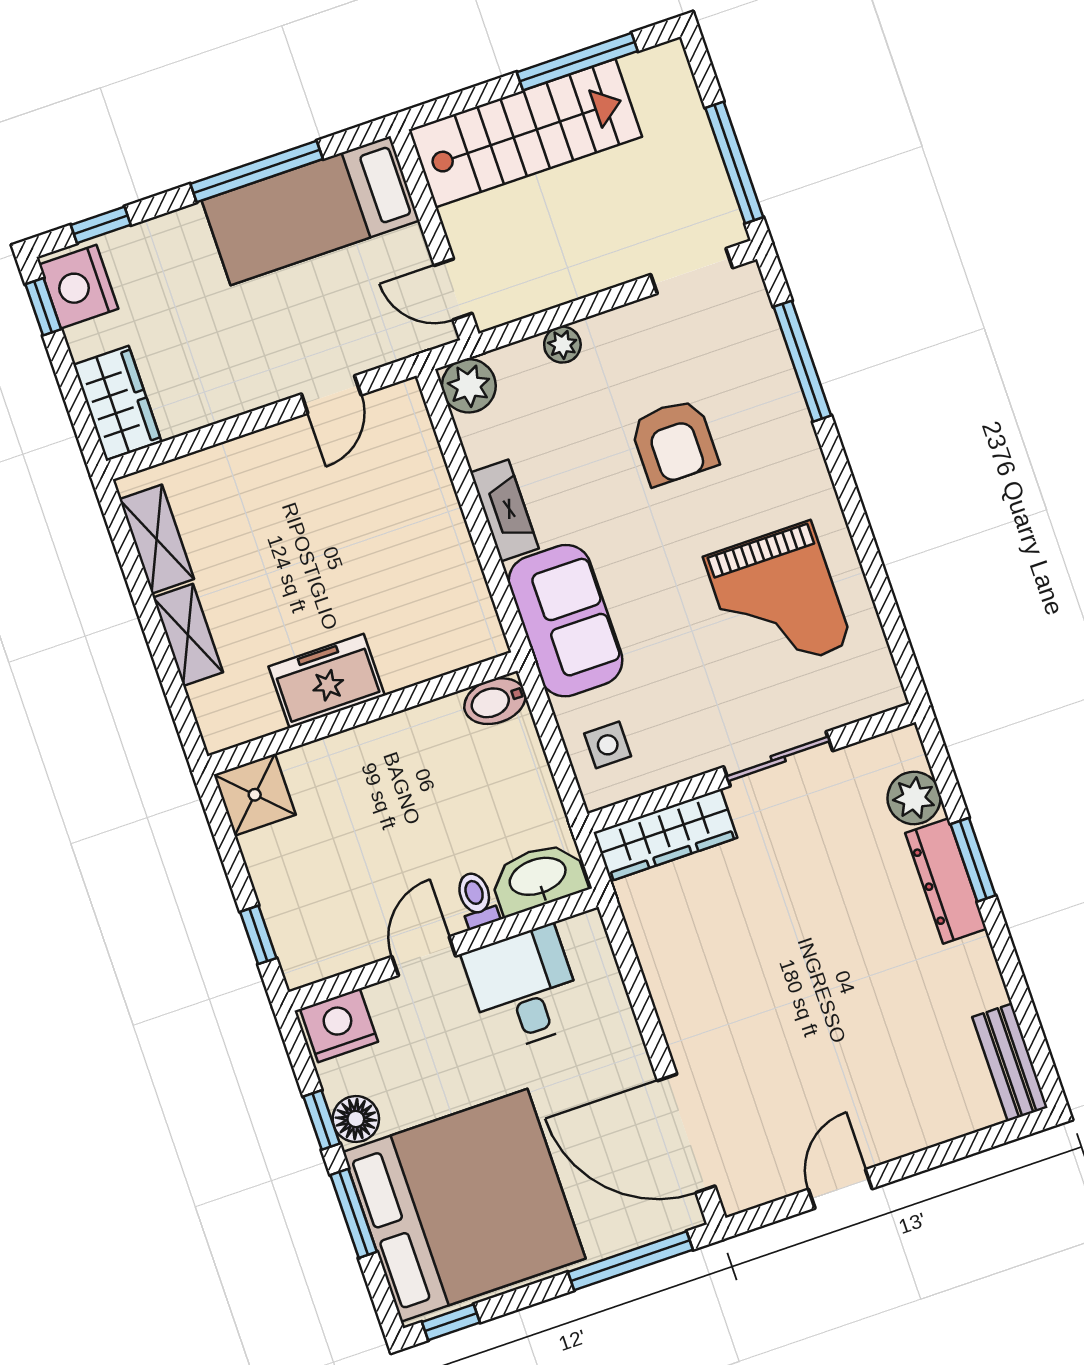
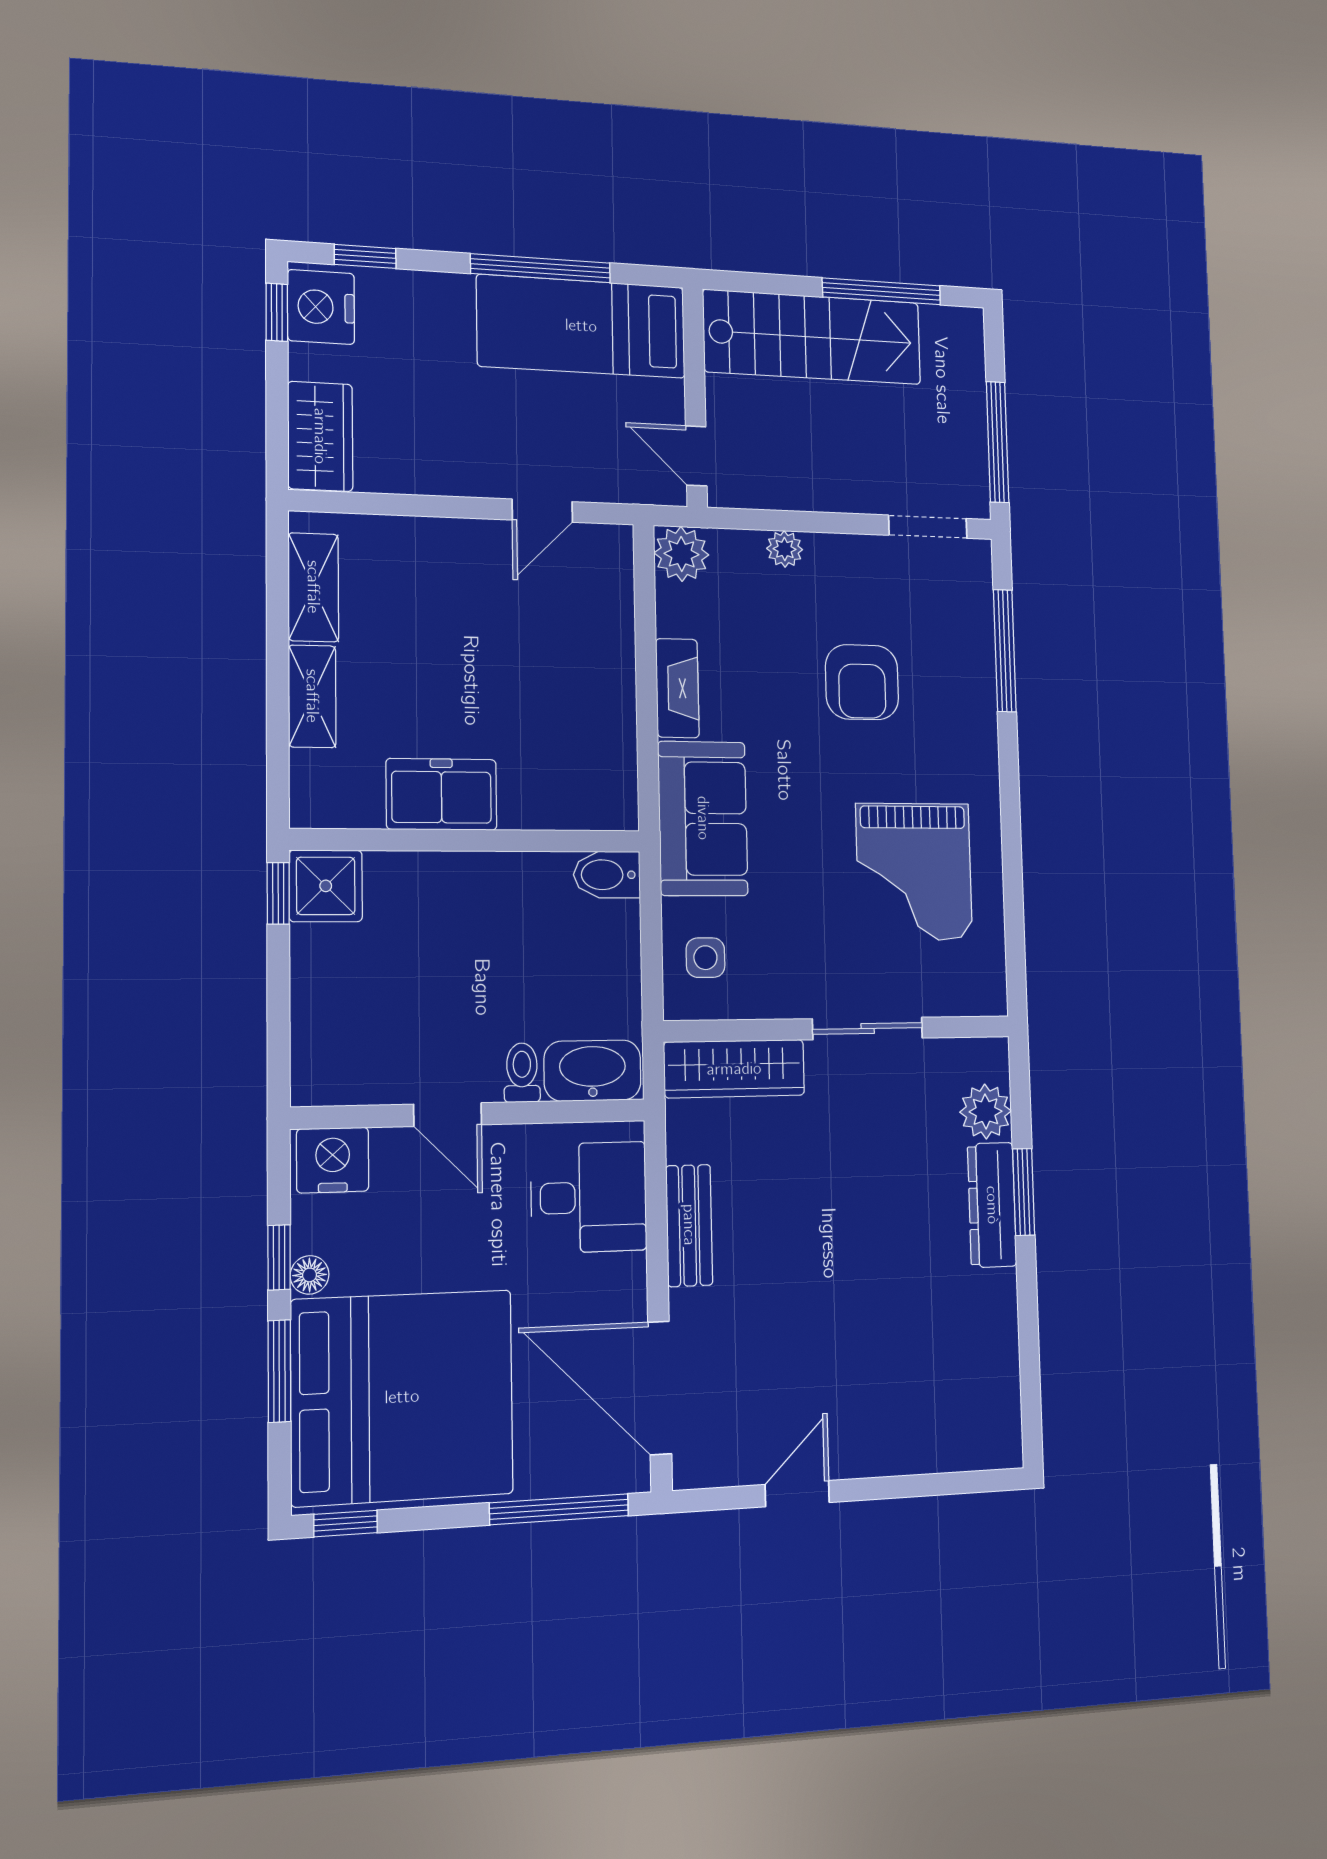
window: (258, 935) -> (278, 893), moved
door: (424, 956) -> (448, 1115), swing flipped
desk: (524, 988) -> (589, 1197), moved, turned 90
bench: (1010, 1062) -> (689, 1225), moved
floor lamp: (356, 1119) -> (310, 1275), width x0.73, depth x0.73

